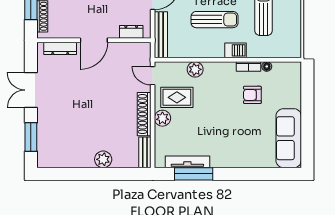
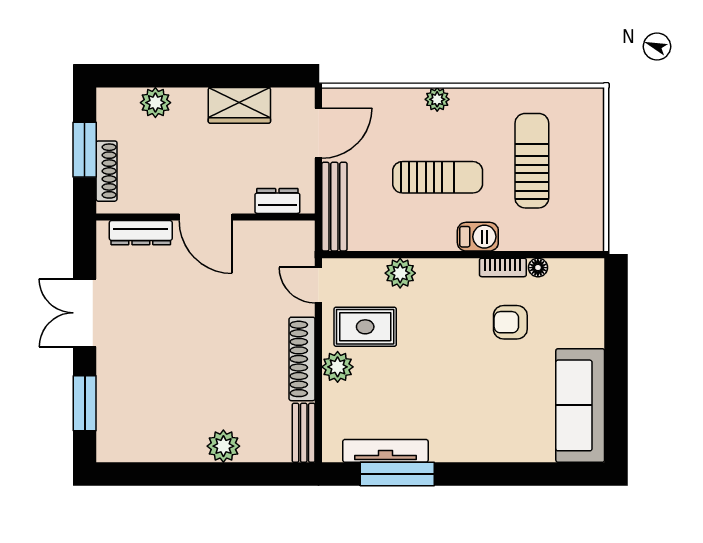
door: (94, 40) -> (206, 217), hinge flipped

